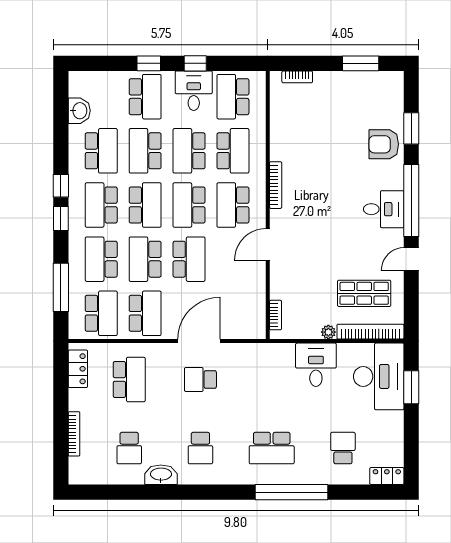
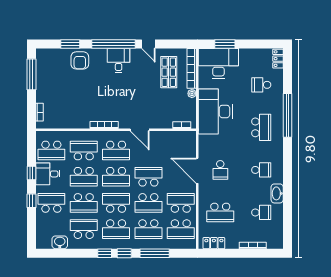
window: (361, 63) -> (31, 74), width x1.44
window: (61, 287) -> (155, 253), moved
school desk: (101, 313) -> (181, 229), turned 180
desk: (316, 365) -> (215, 111), width x1.87, depth x1.30
school desk: (129, 379) -> (220, 212), turned 180

